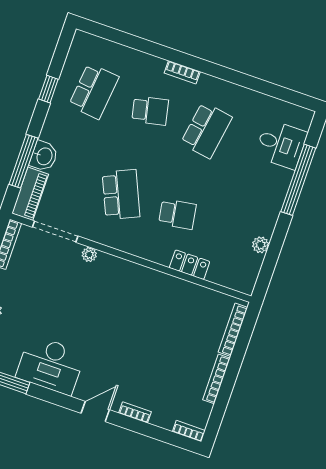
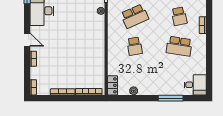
desk: (281, 144) -> (195, 85), moved, turned -90
window: (298, 180) -> (171, 98), width x0.68
locker: (190, 265) -> (113, 85), moved

